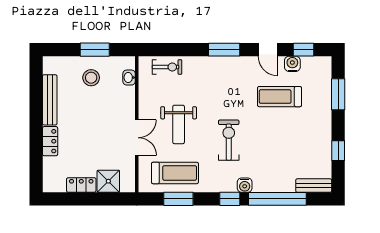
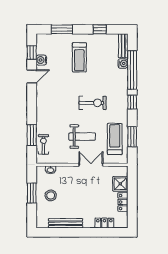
window: (224, 50) -> (32, 135), moved
treadmill: (279, 97) -> (79, 57), moved
exercise bike: (229, 140) -> (93, 103), turned 180
locker: (50, 141) -> (104, 223), moved
water cooler: (245, 185) -> (123, 63), moved

